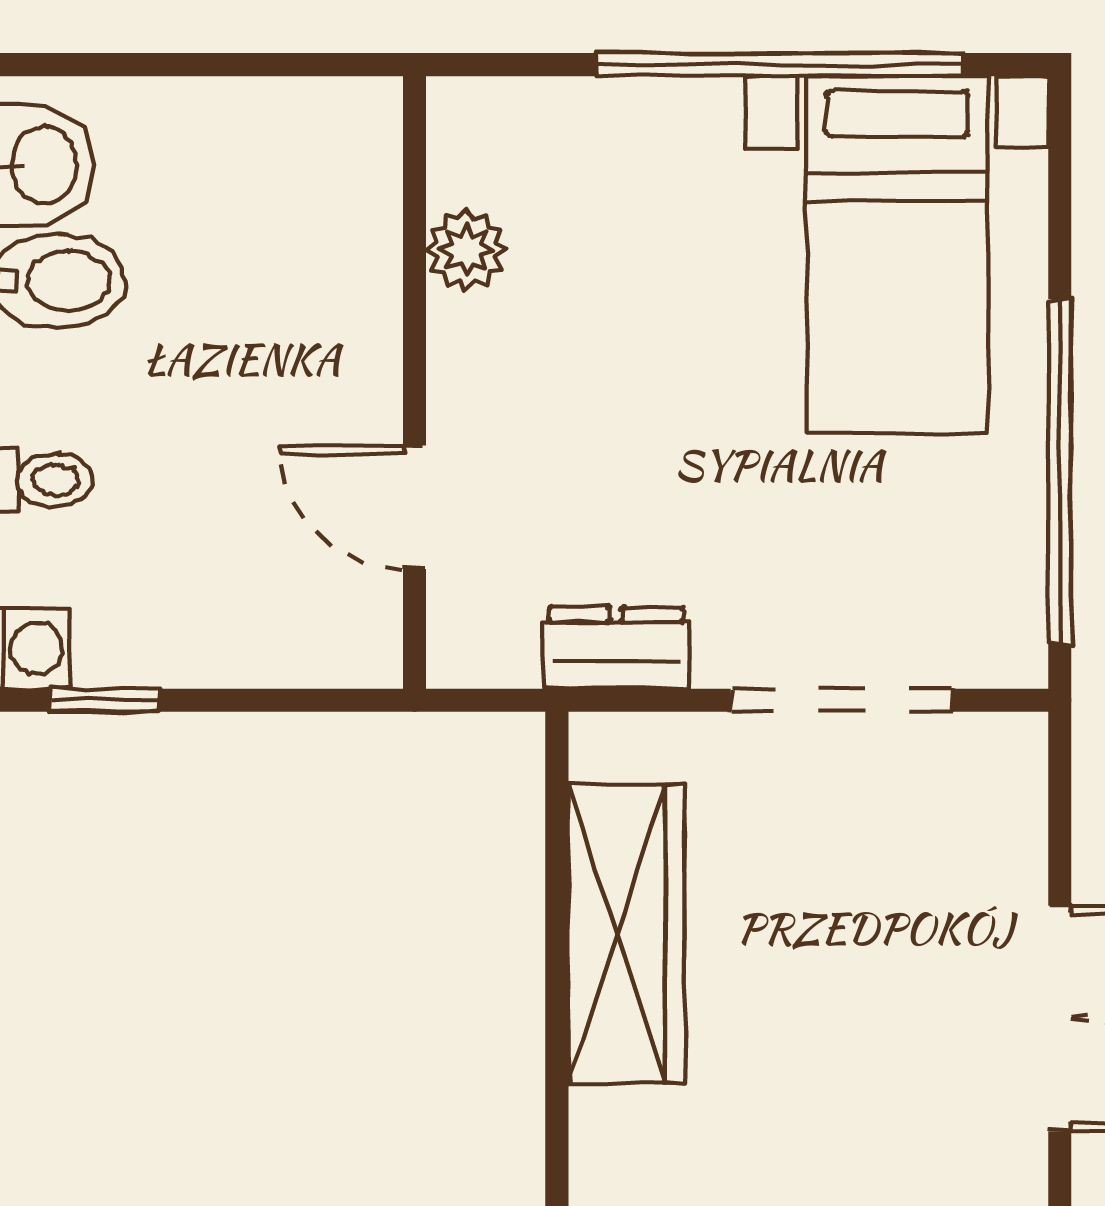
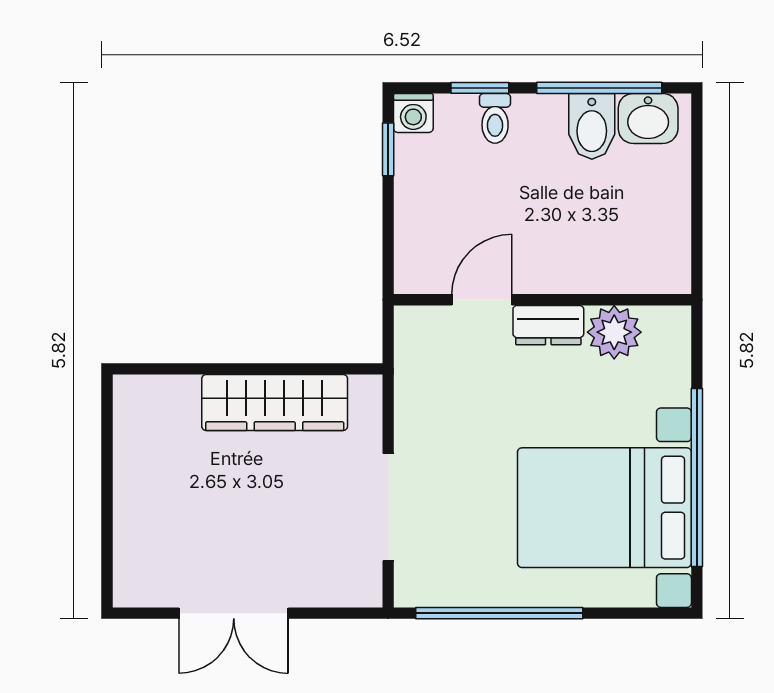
plant: (466, 250) -> (614, 332), width x1.38, depth x1.38
bed with nightstands: (897, 255) -> (604, 508), width x1.36
dresser: (616, 648) -> (548, 325), moved, turned 90

